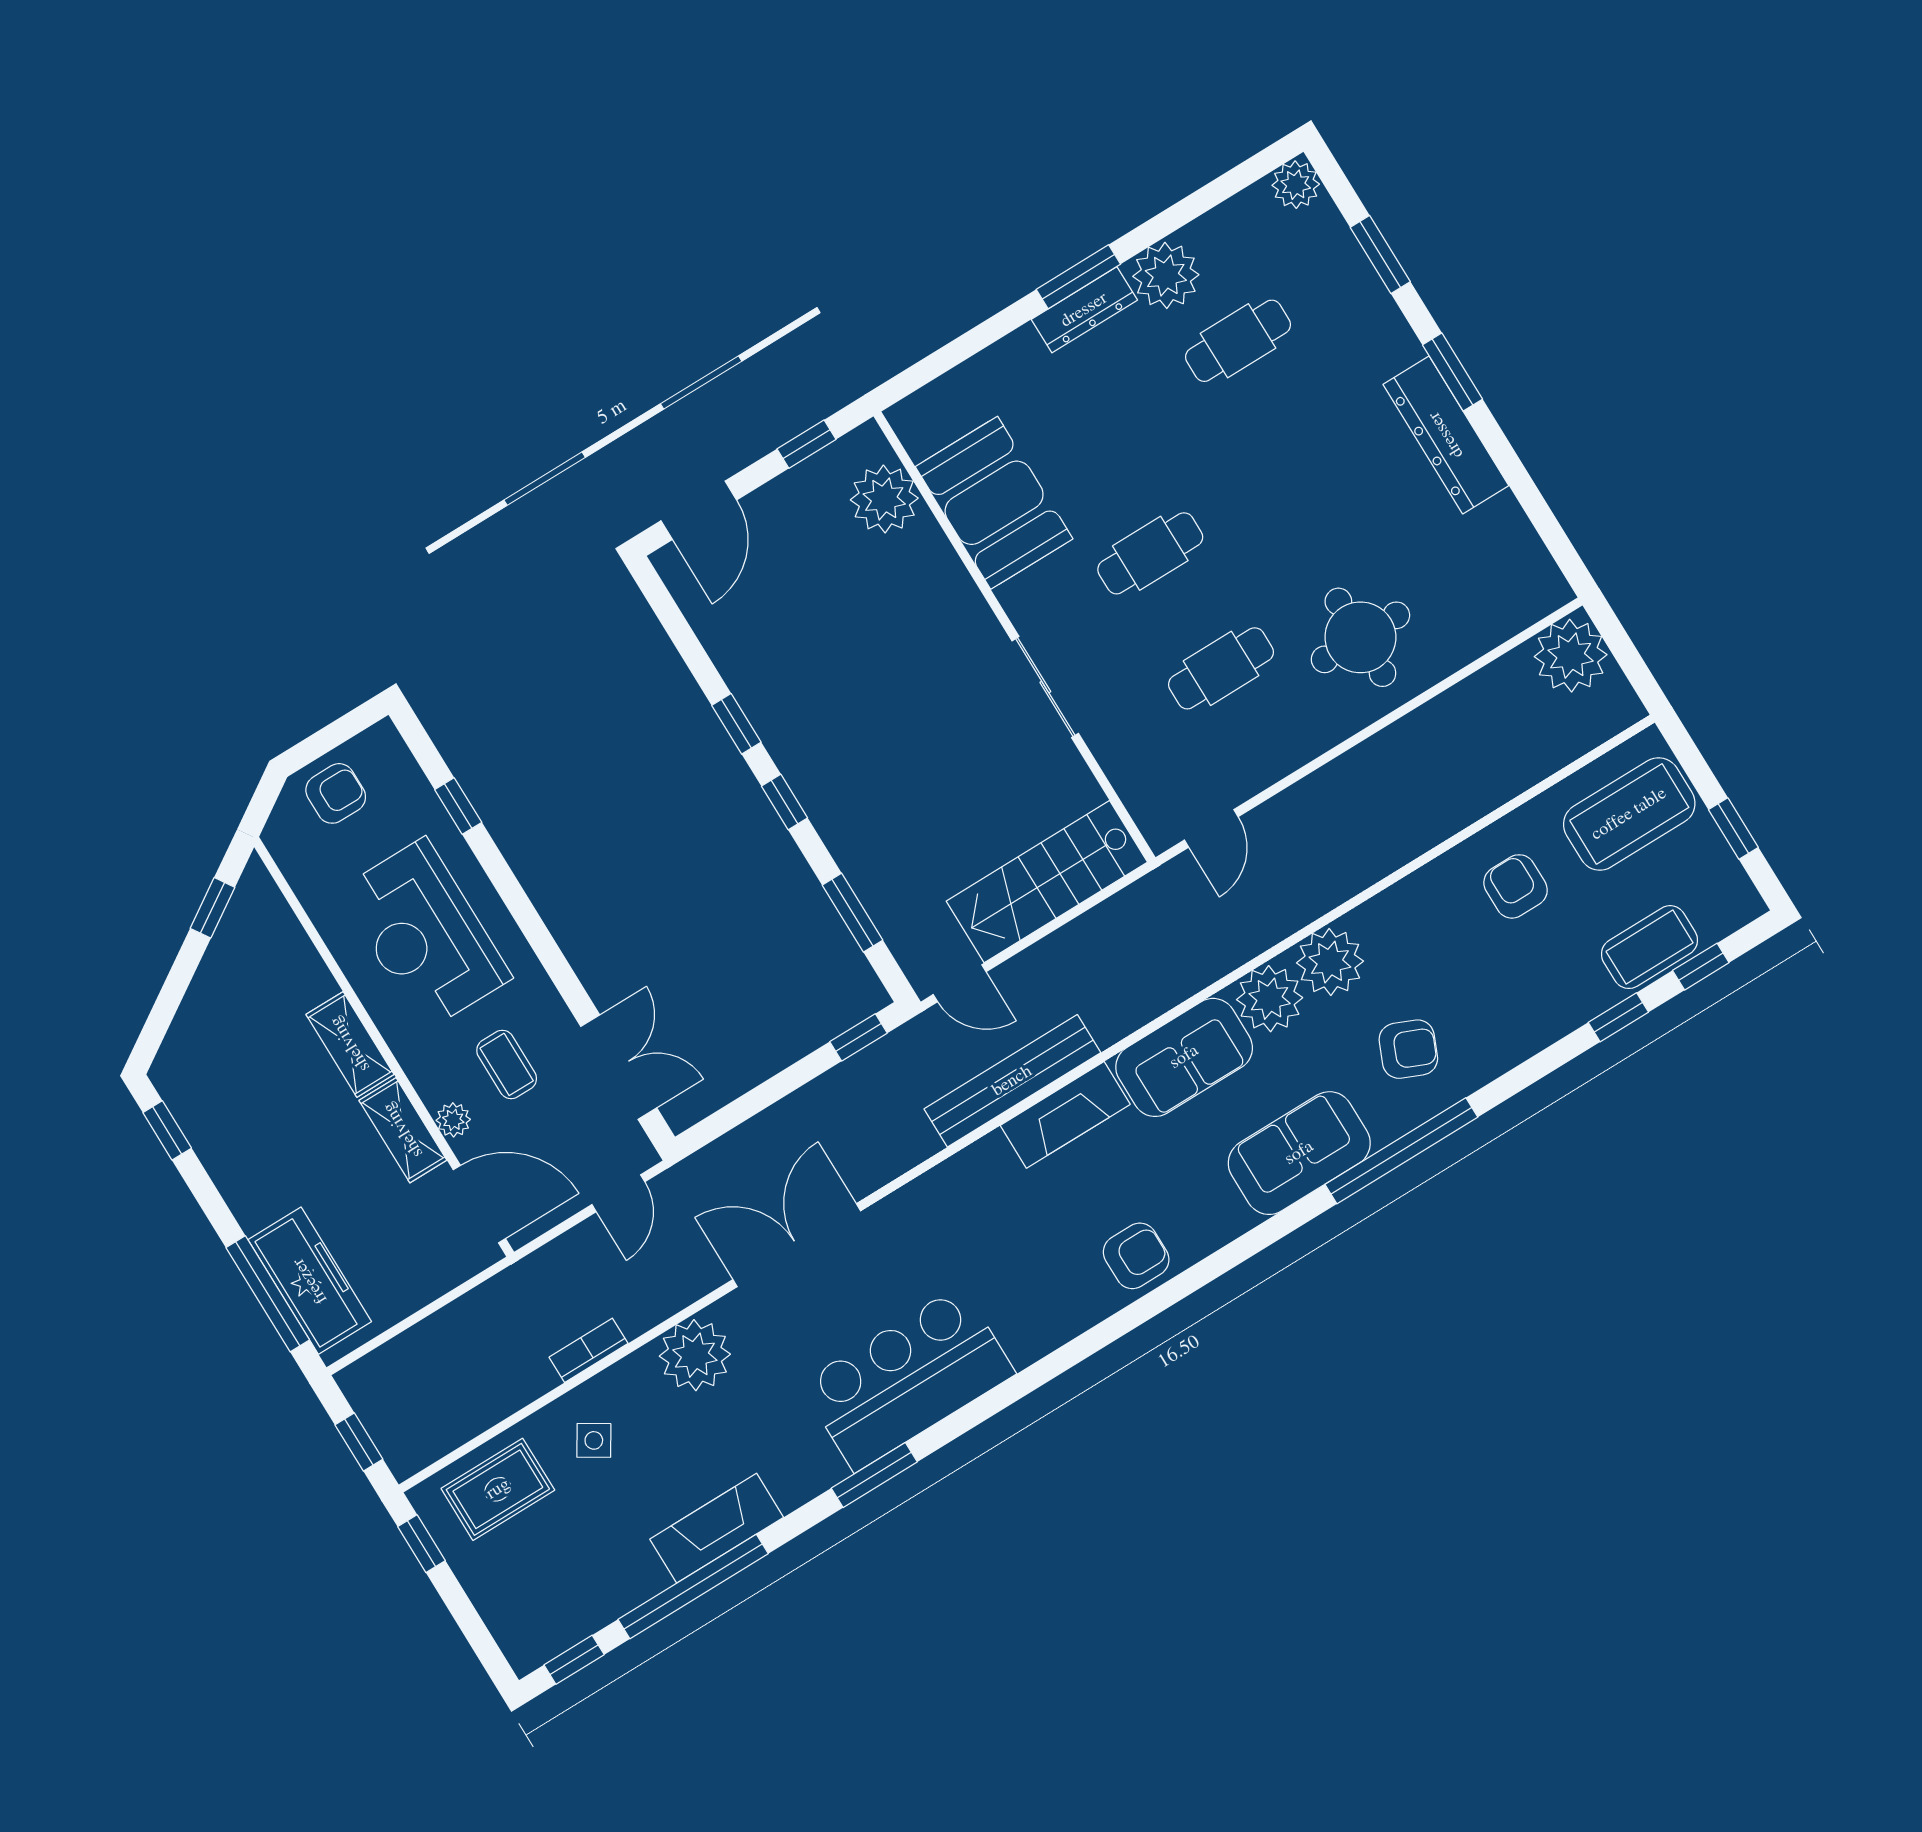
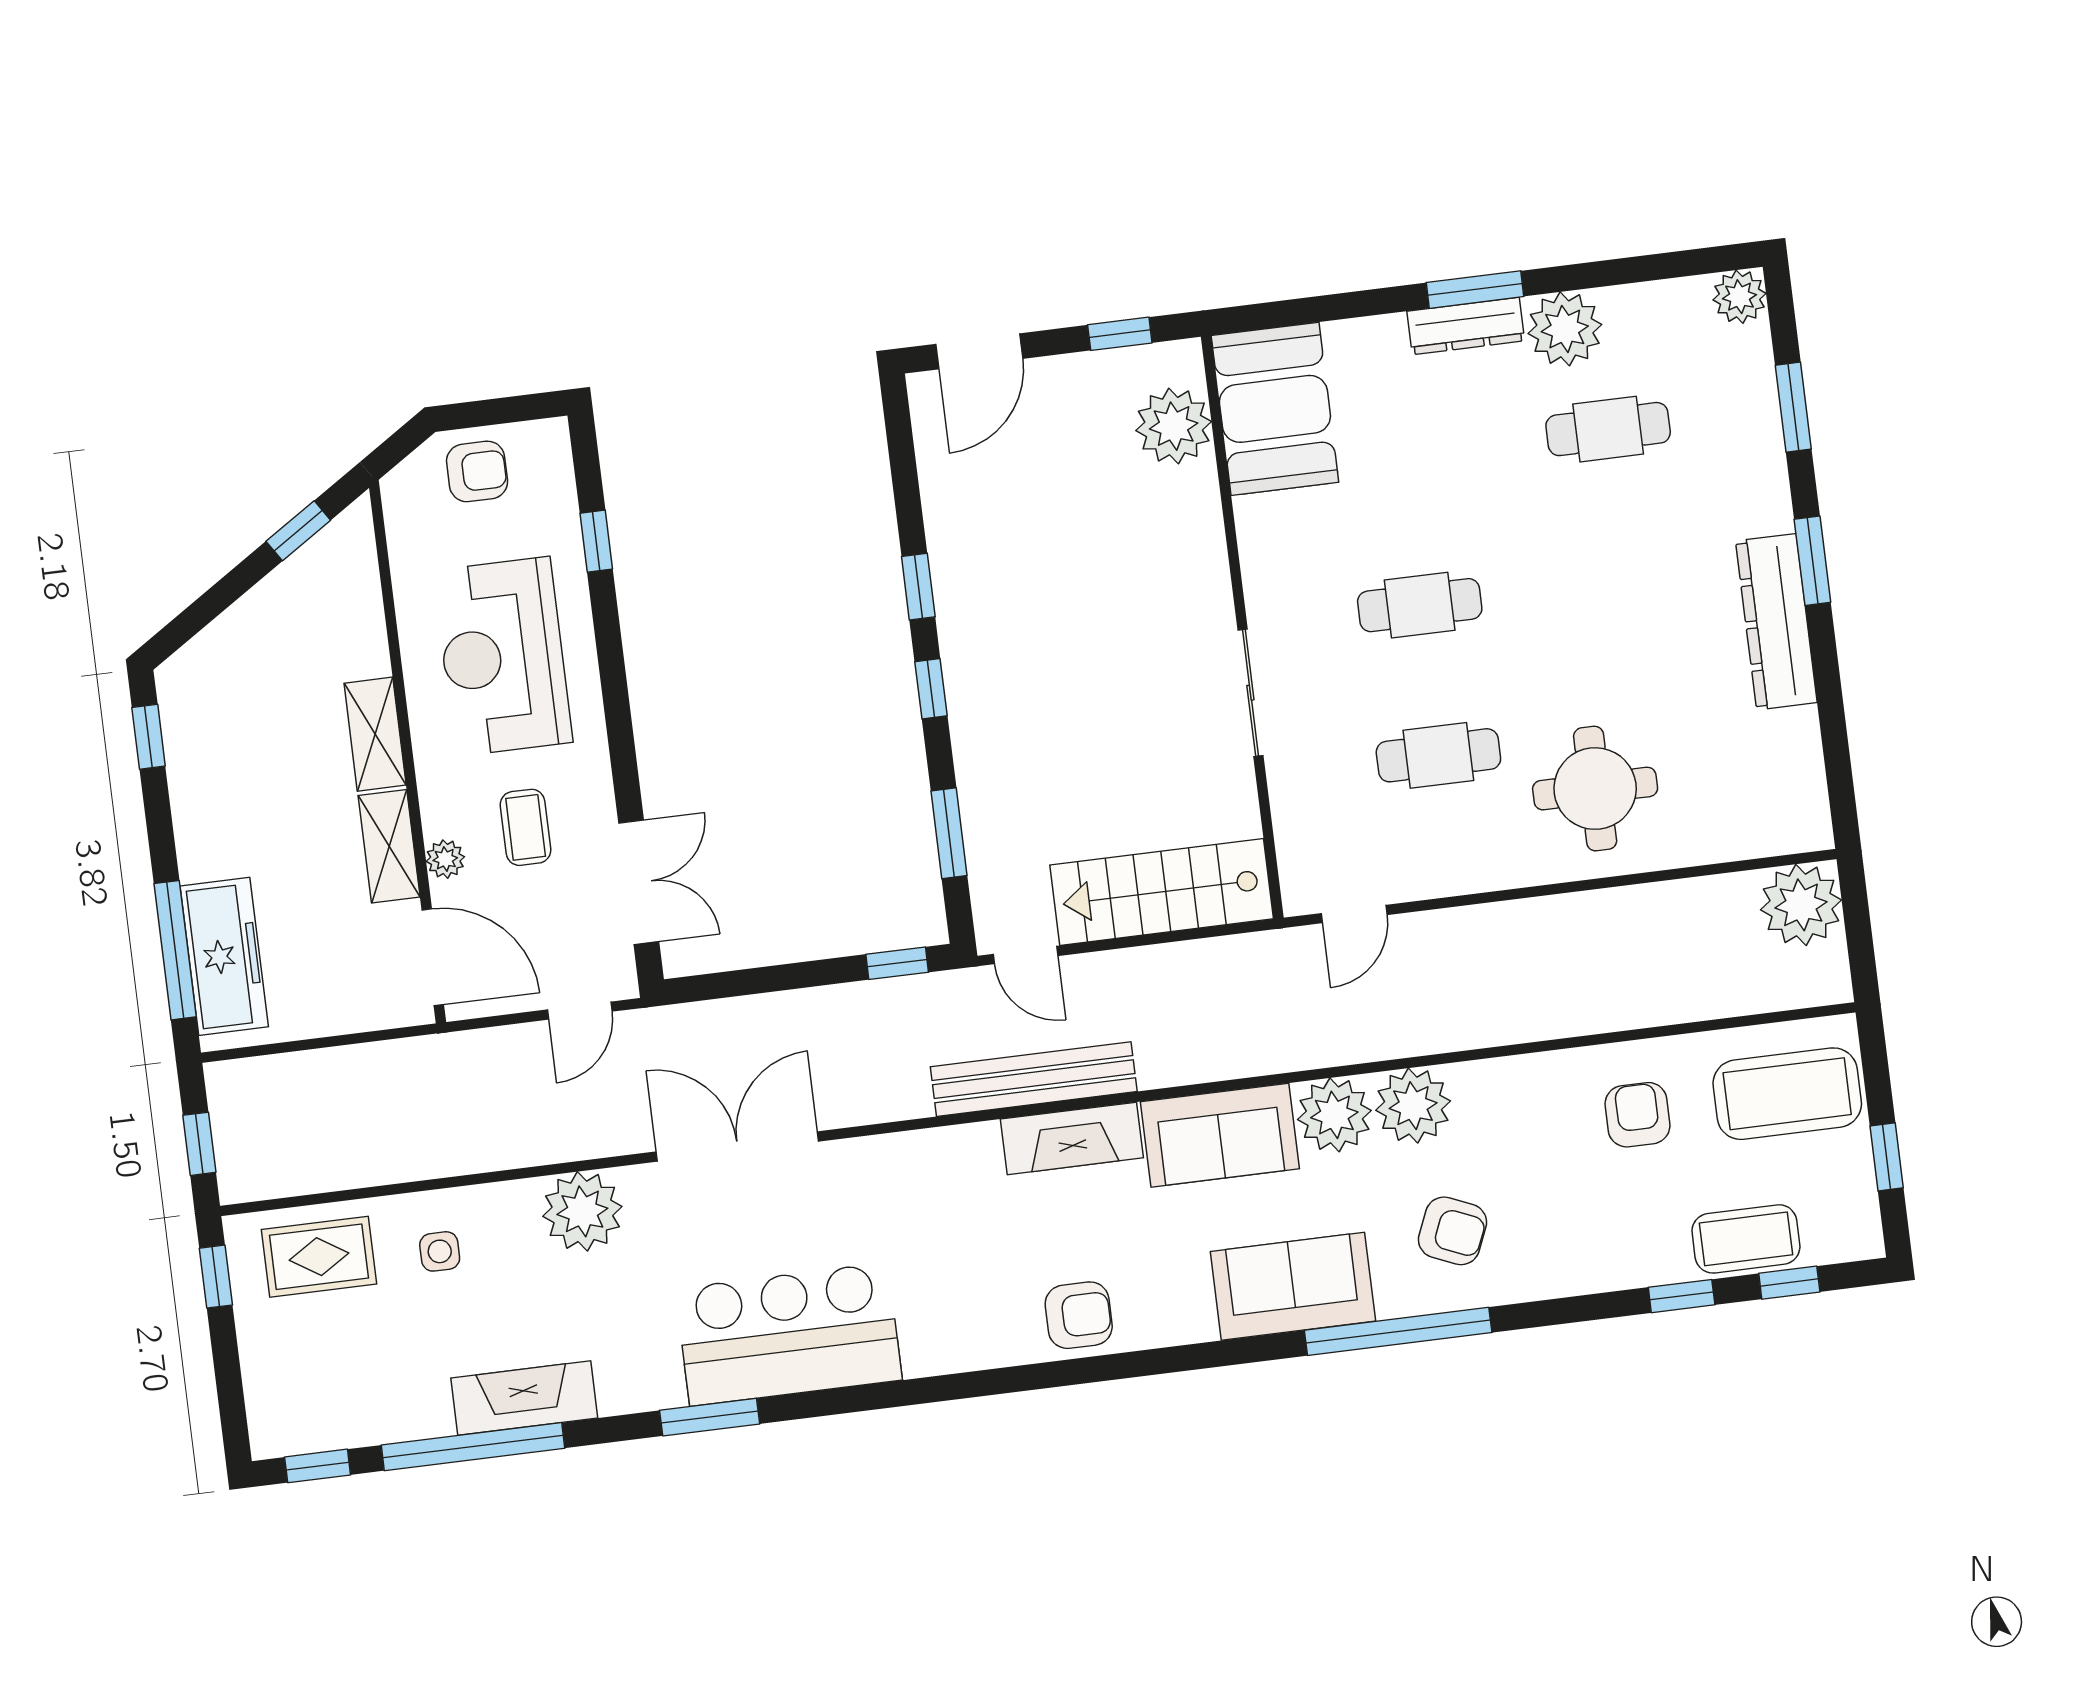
booth: (994, 503) -> (1275, 409), moved
bookcase: (589, 1350) -> (476, 1157), removed
side table: (594, 1440) -> (440, 1251), turned -32

